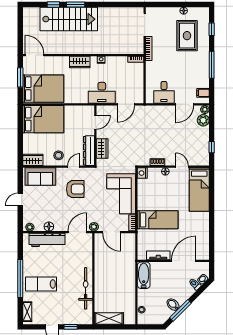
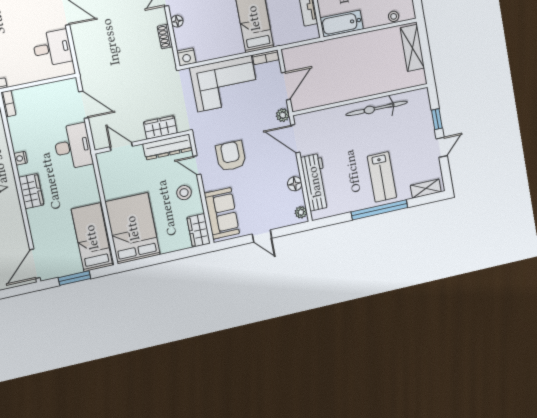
bed: (43, 89) -> (92, 237), width x0.67
shelving: (109, 319) -> (412, 48), moved

